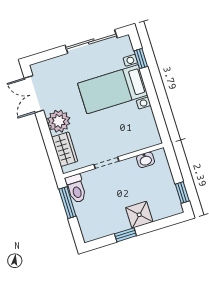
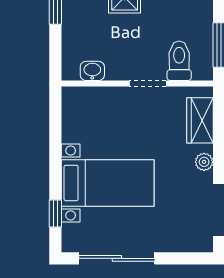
plant: (59, 121) -> (204, 162), width x0.53, depth x0.53
toilet: (76, 189) -> (179, 61), moved

